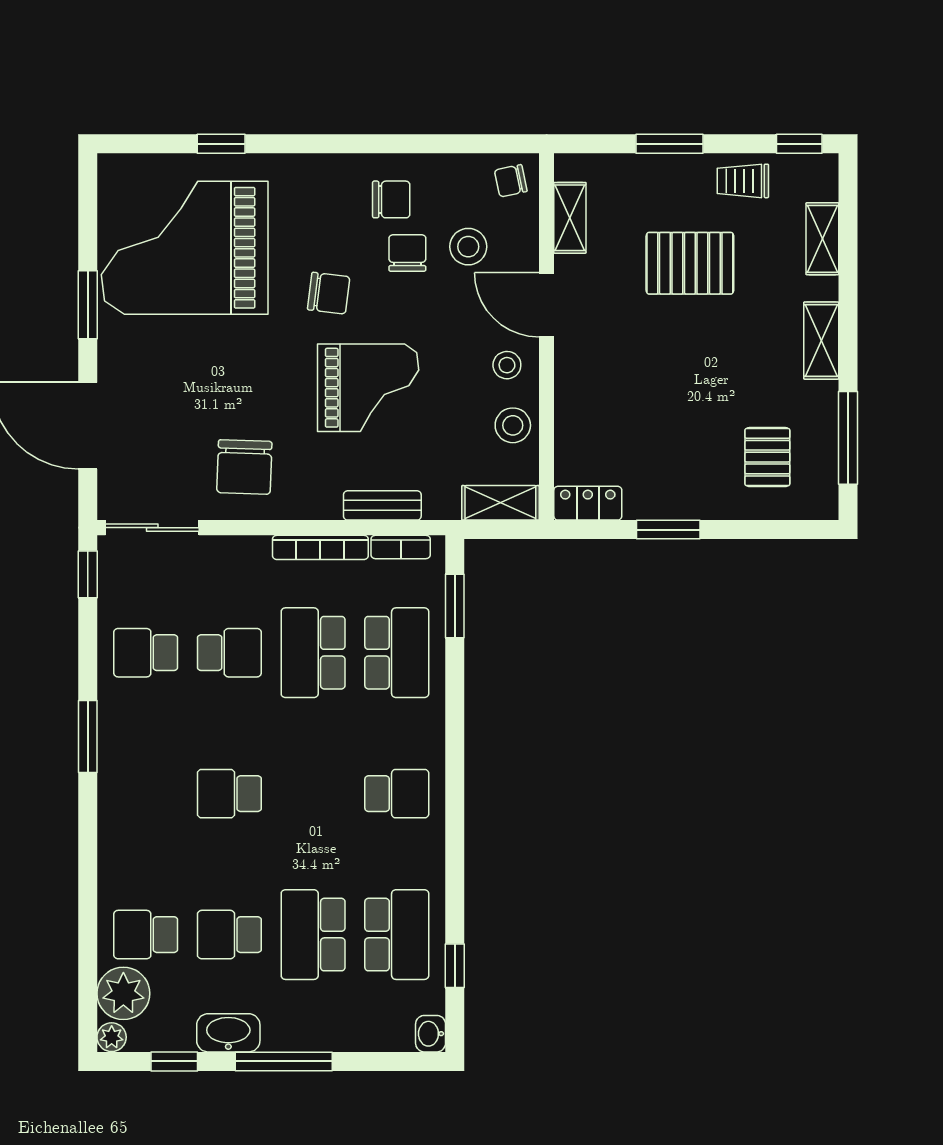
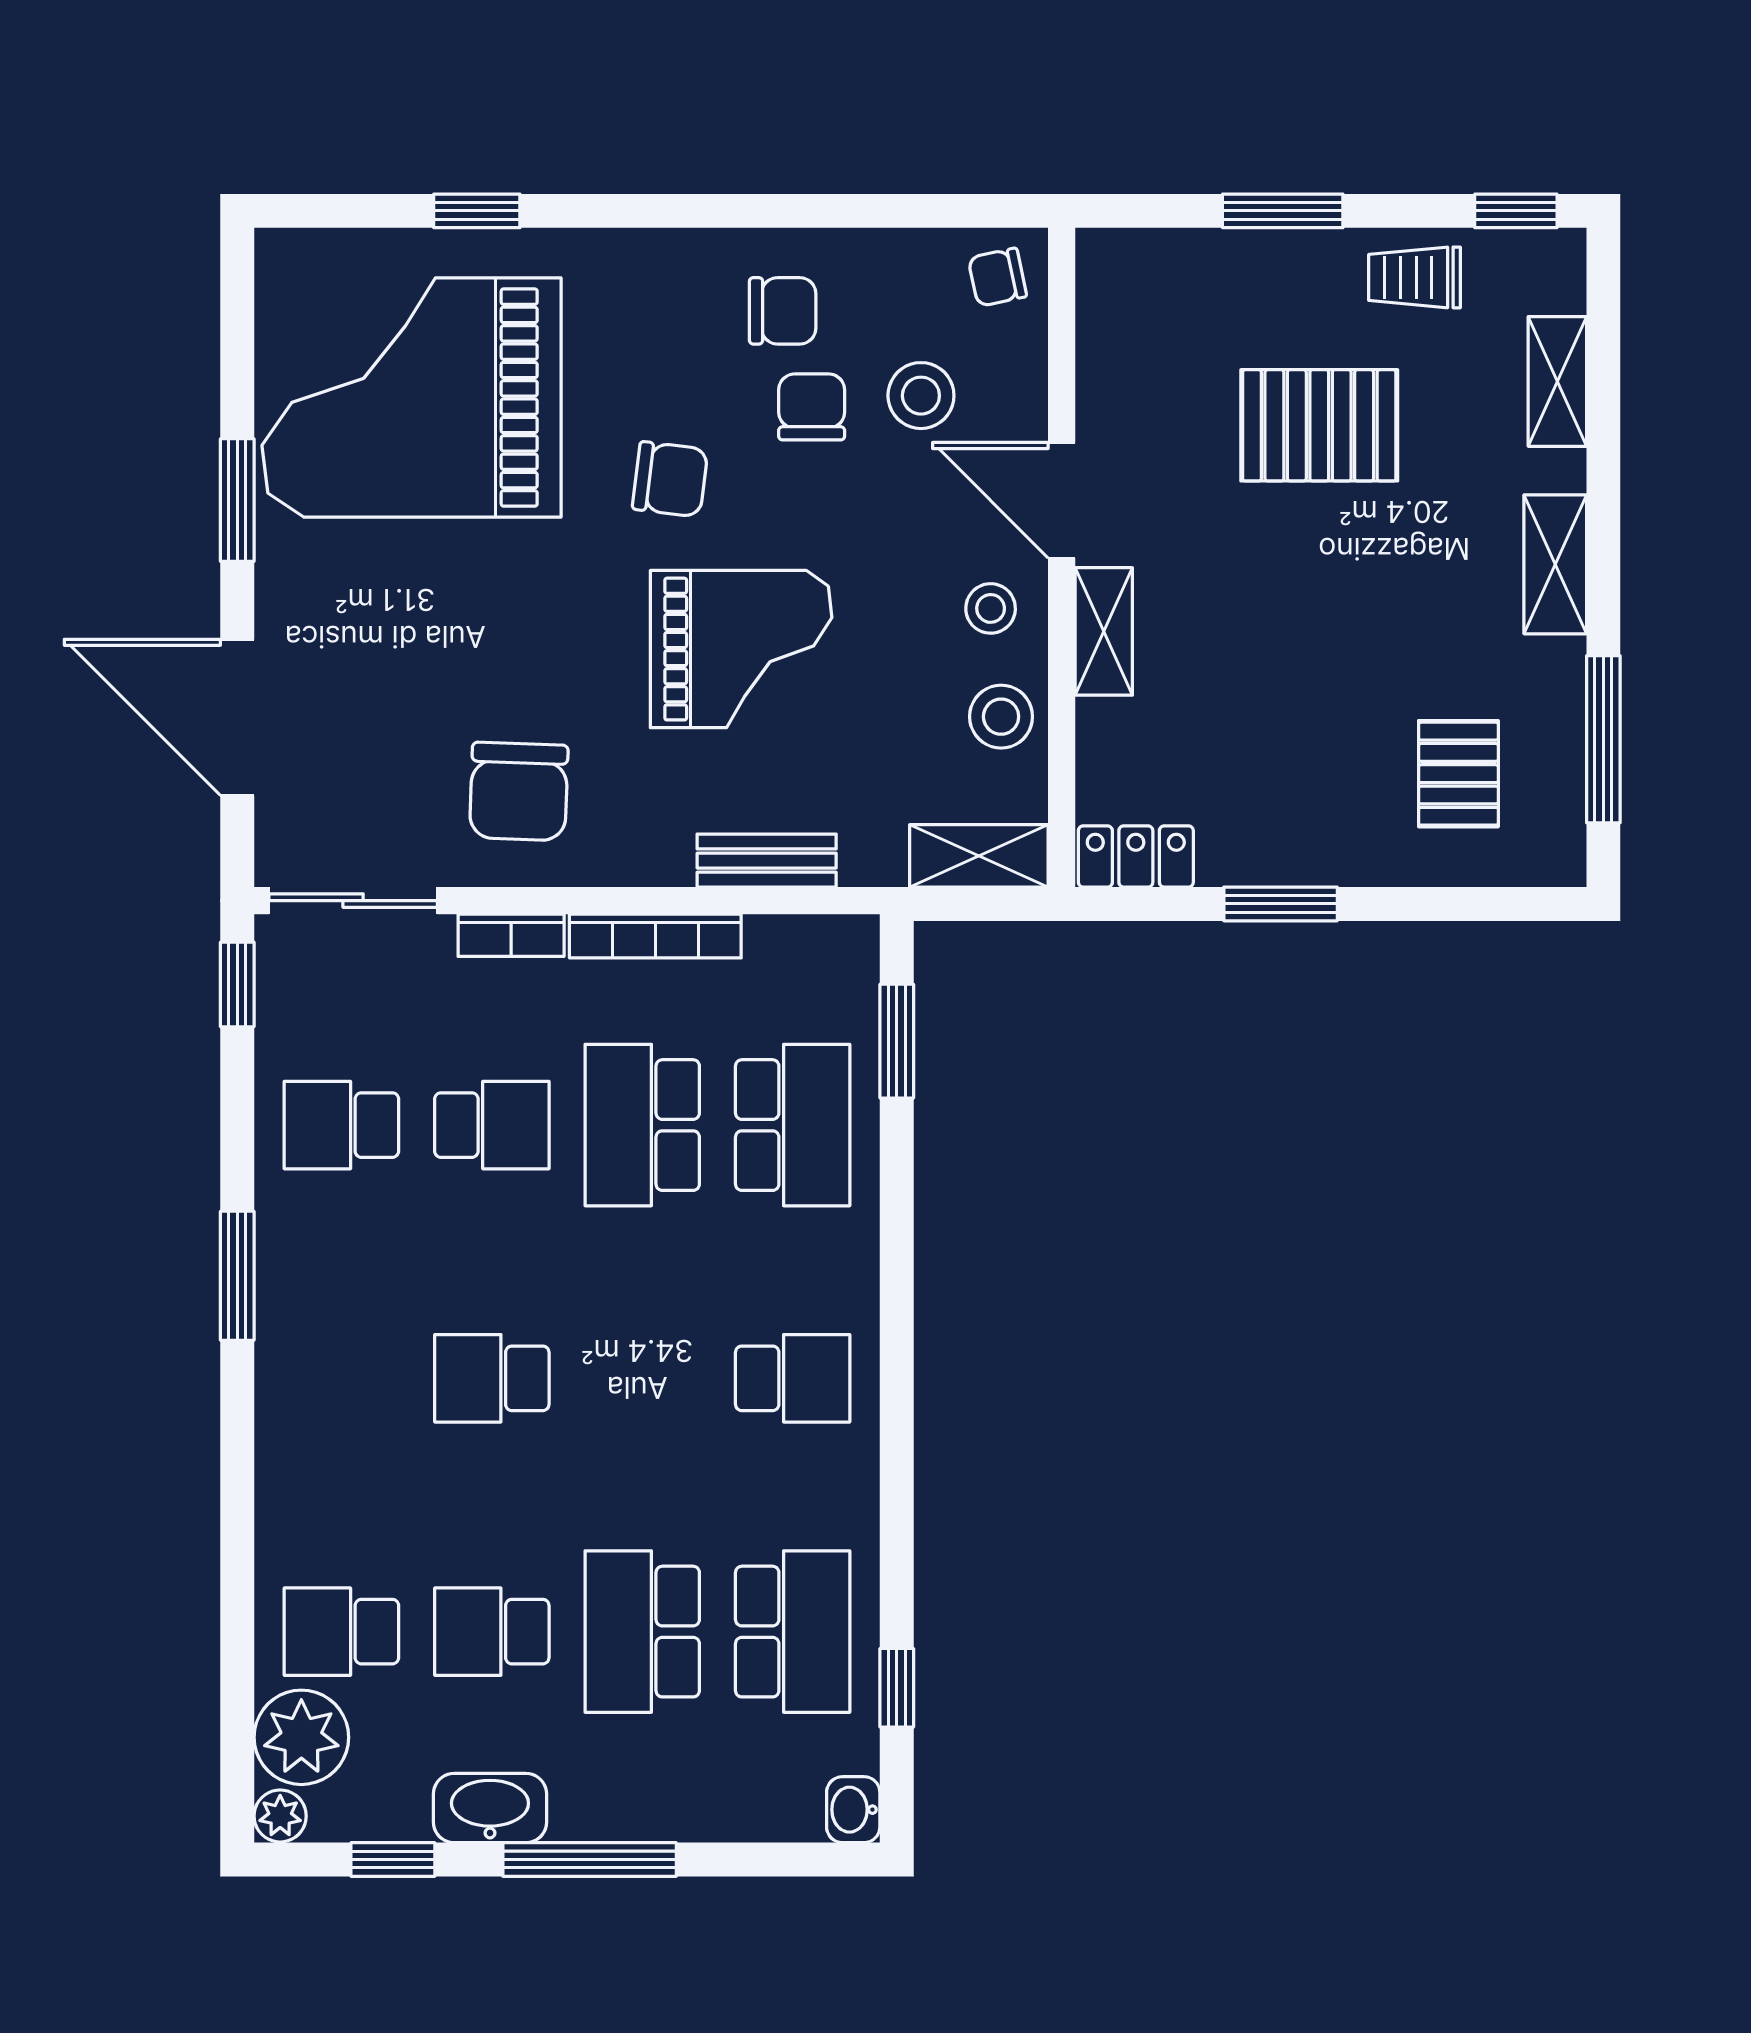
shelving: (570, 218) -> (1104, 631), moved
bookcase: (401, 547) -> (511, 935), moved

